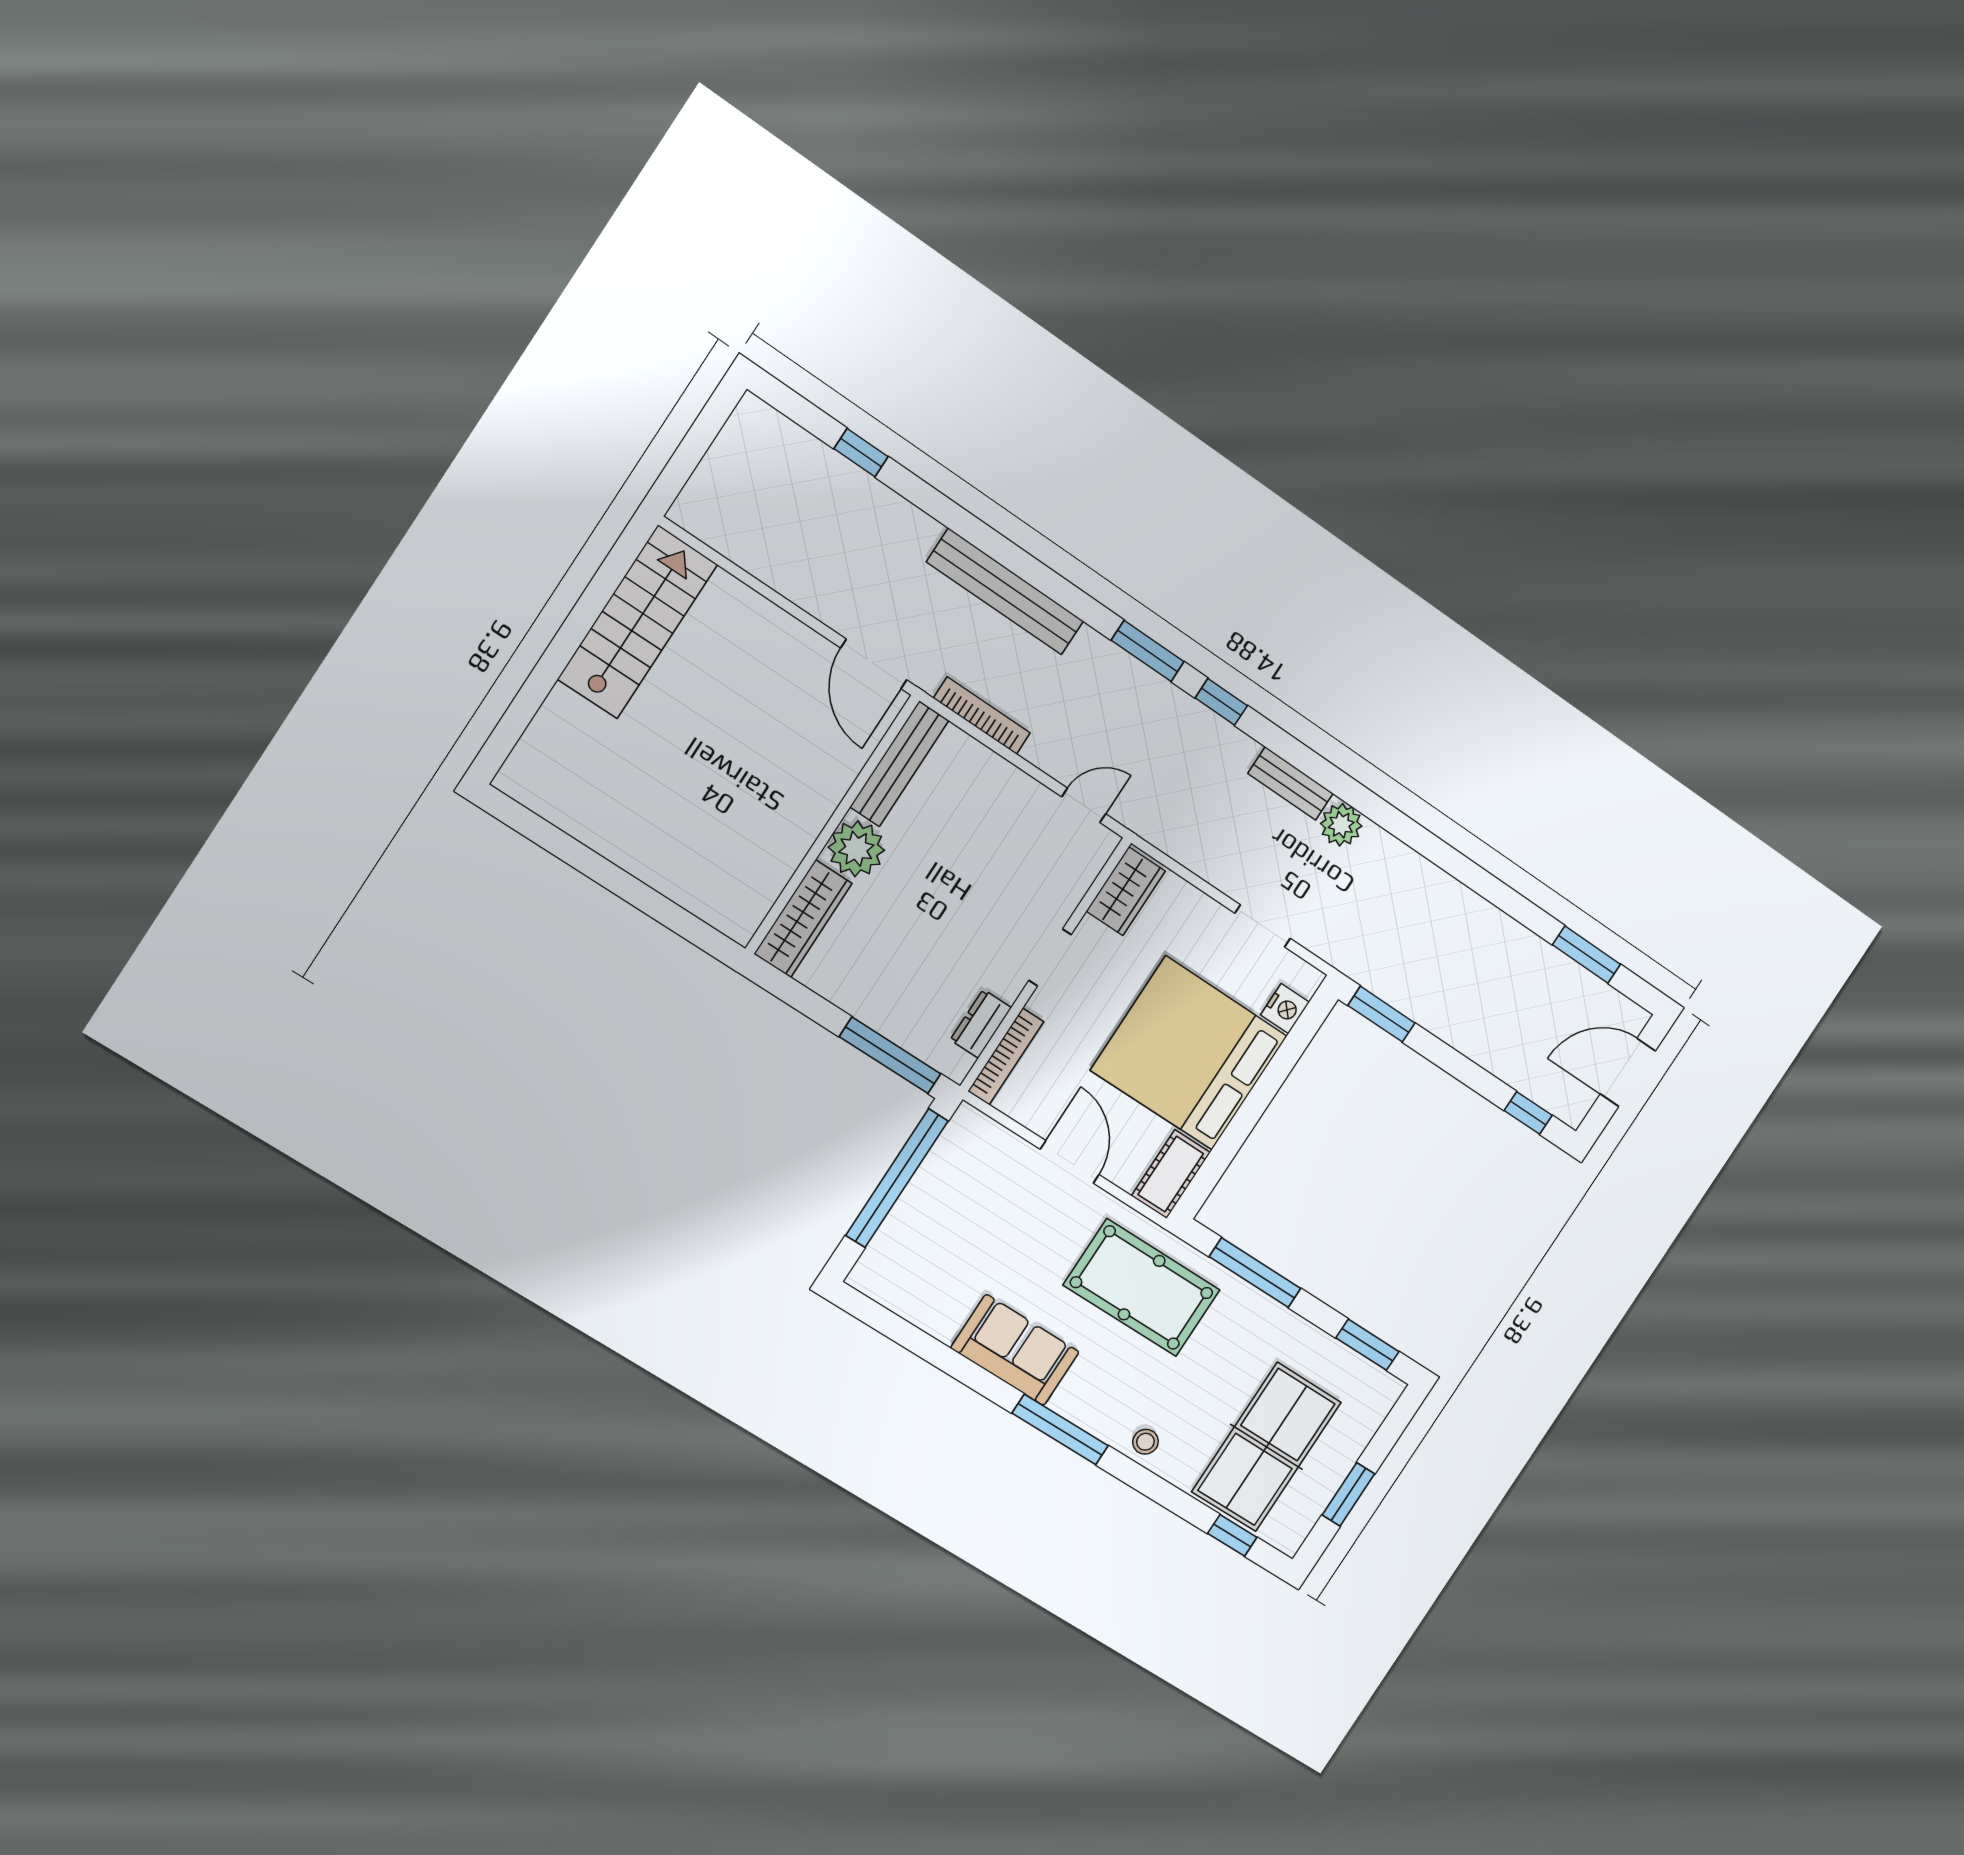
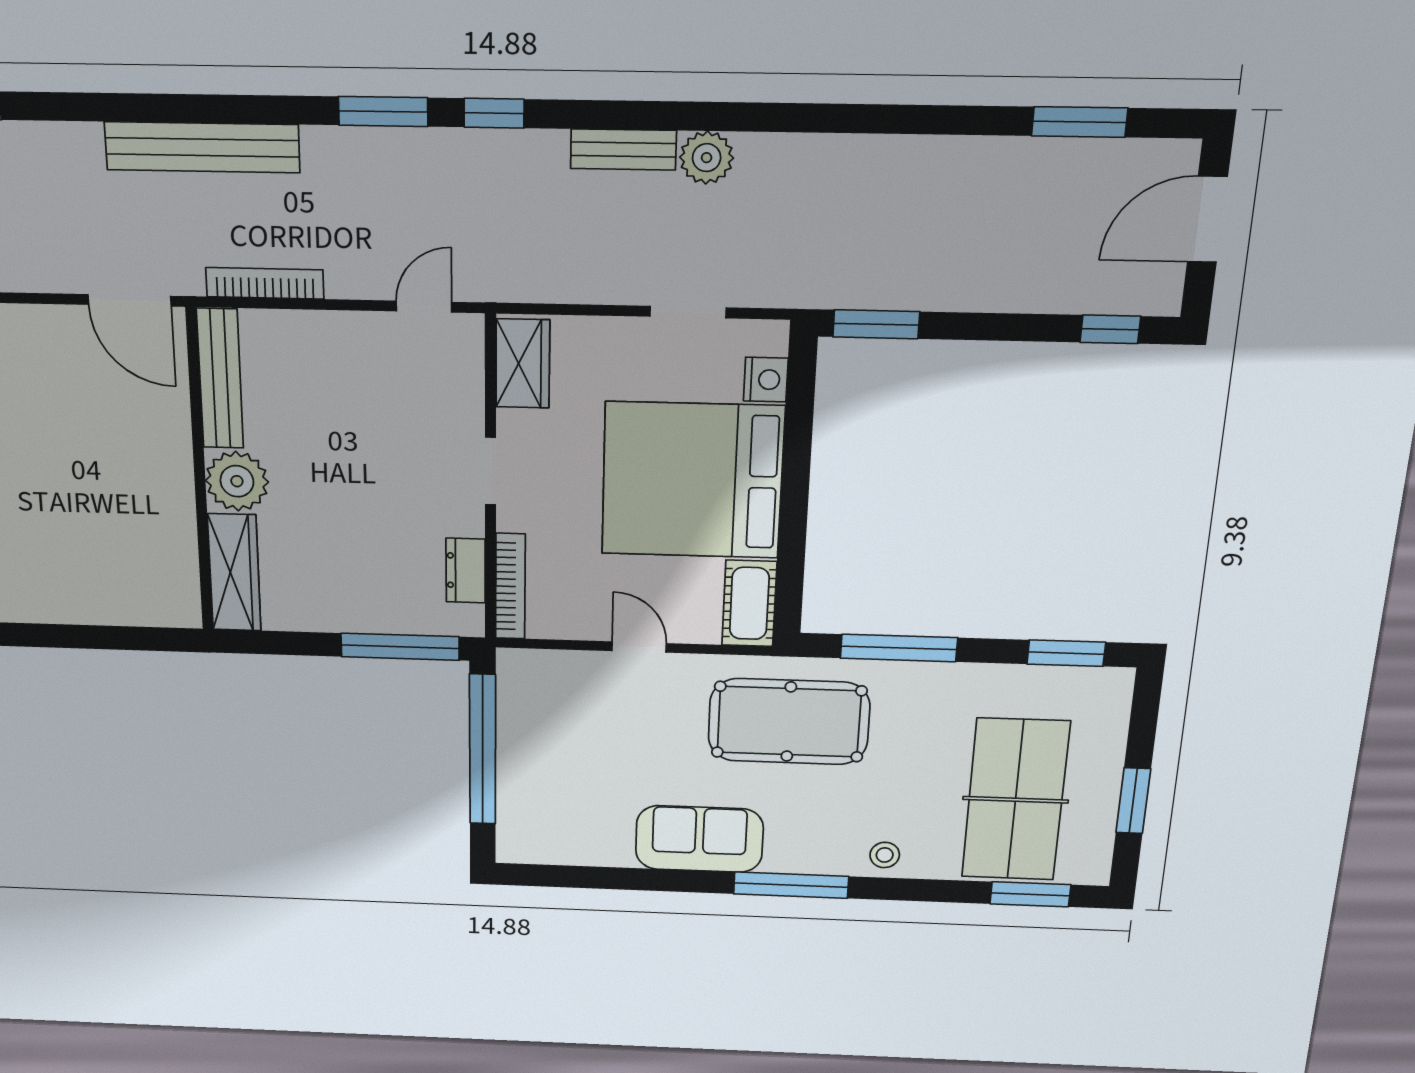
door: (1070, 1162) -> (639, 647), width x0.73
window: (1232, 1535) -> (1030, 894), width x1.50

